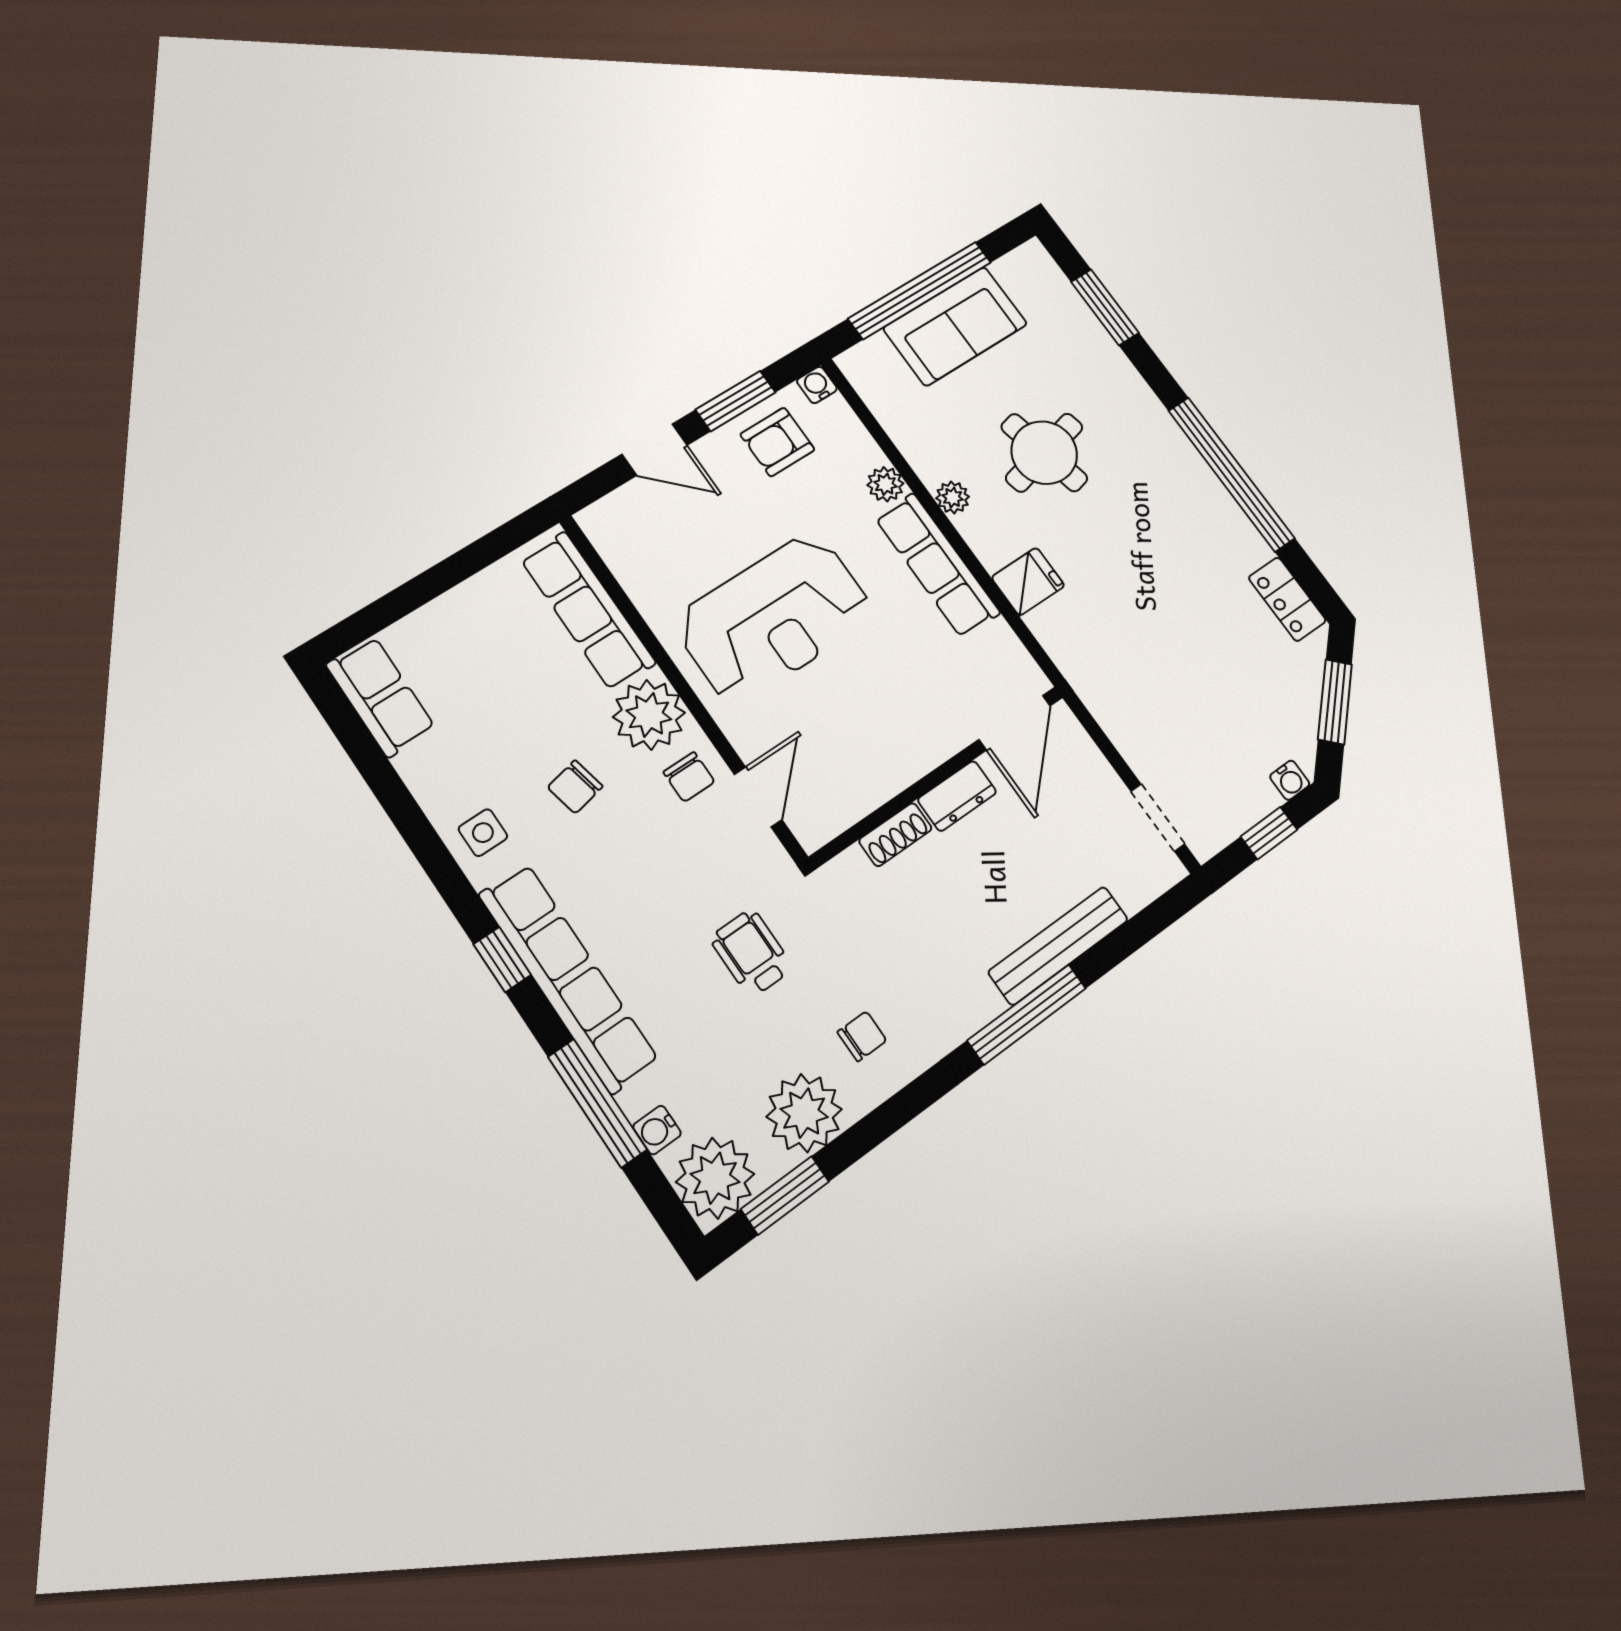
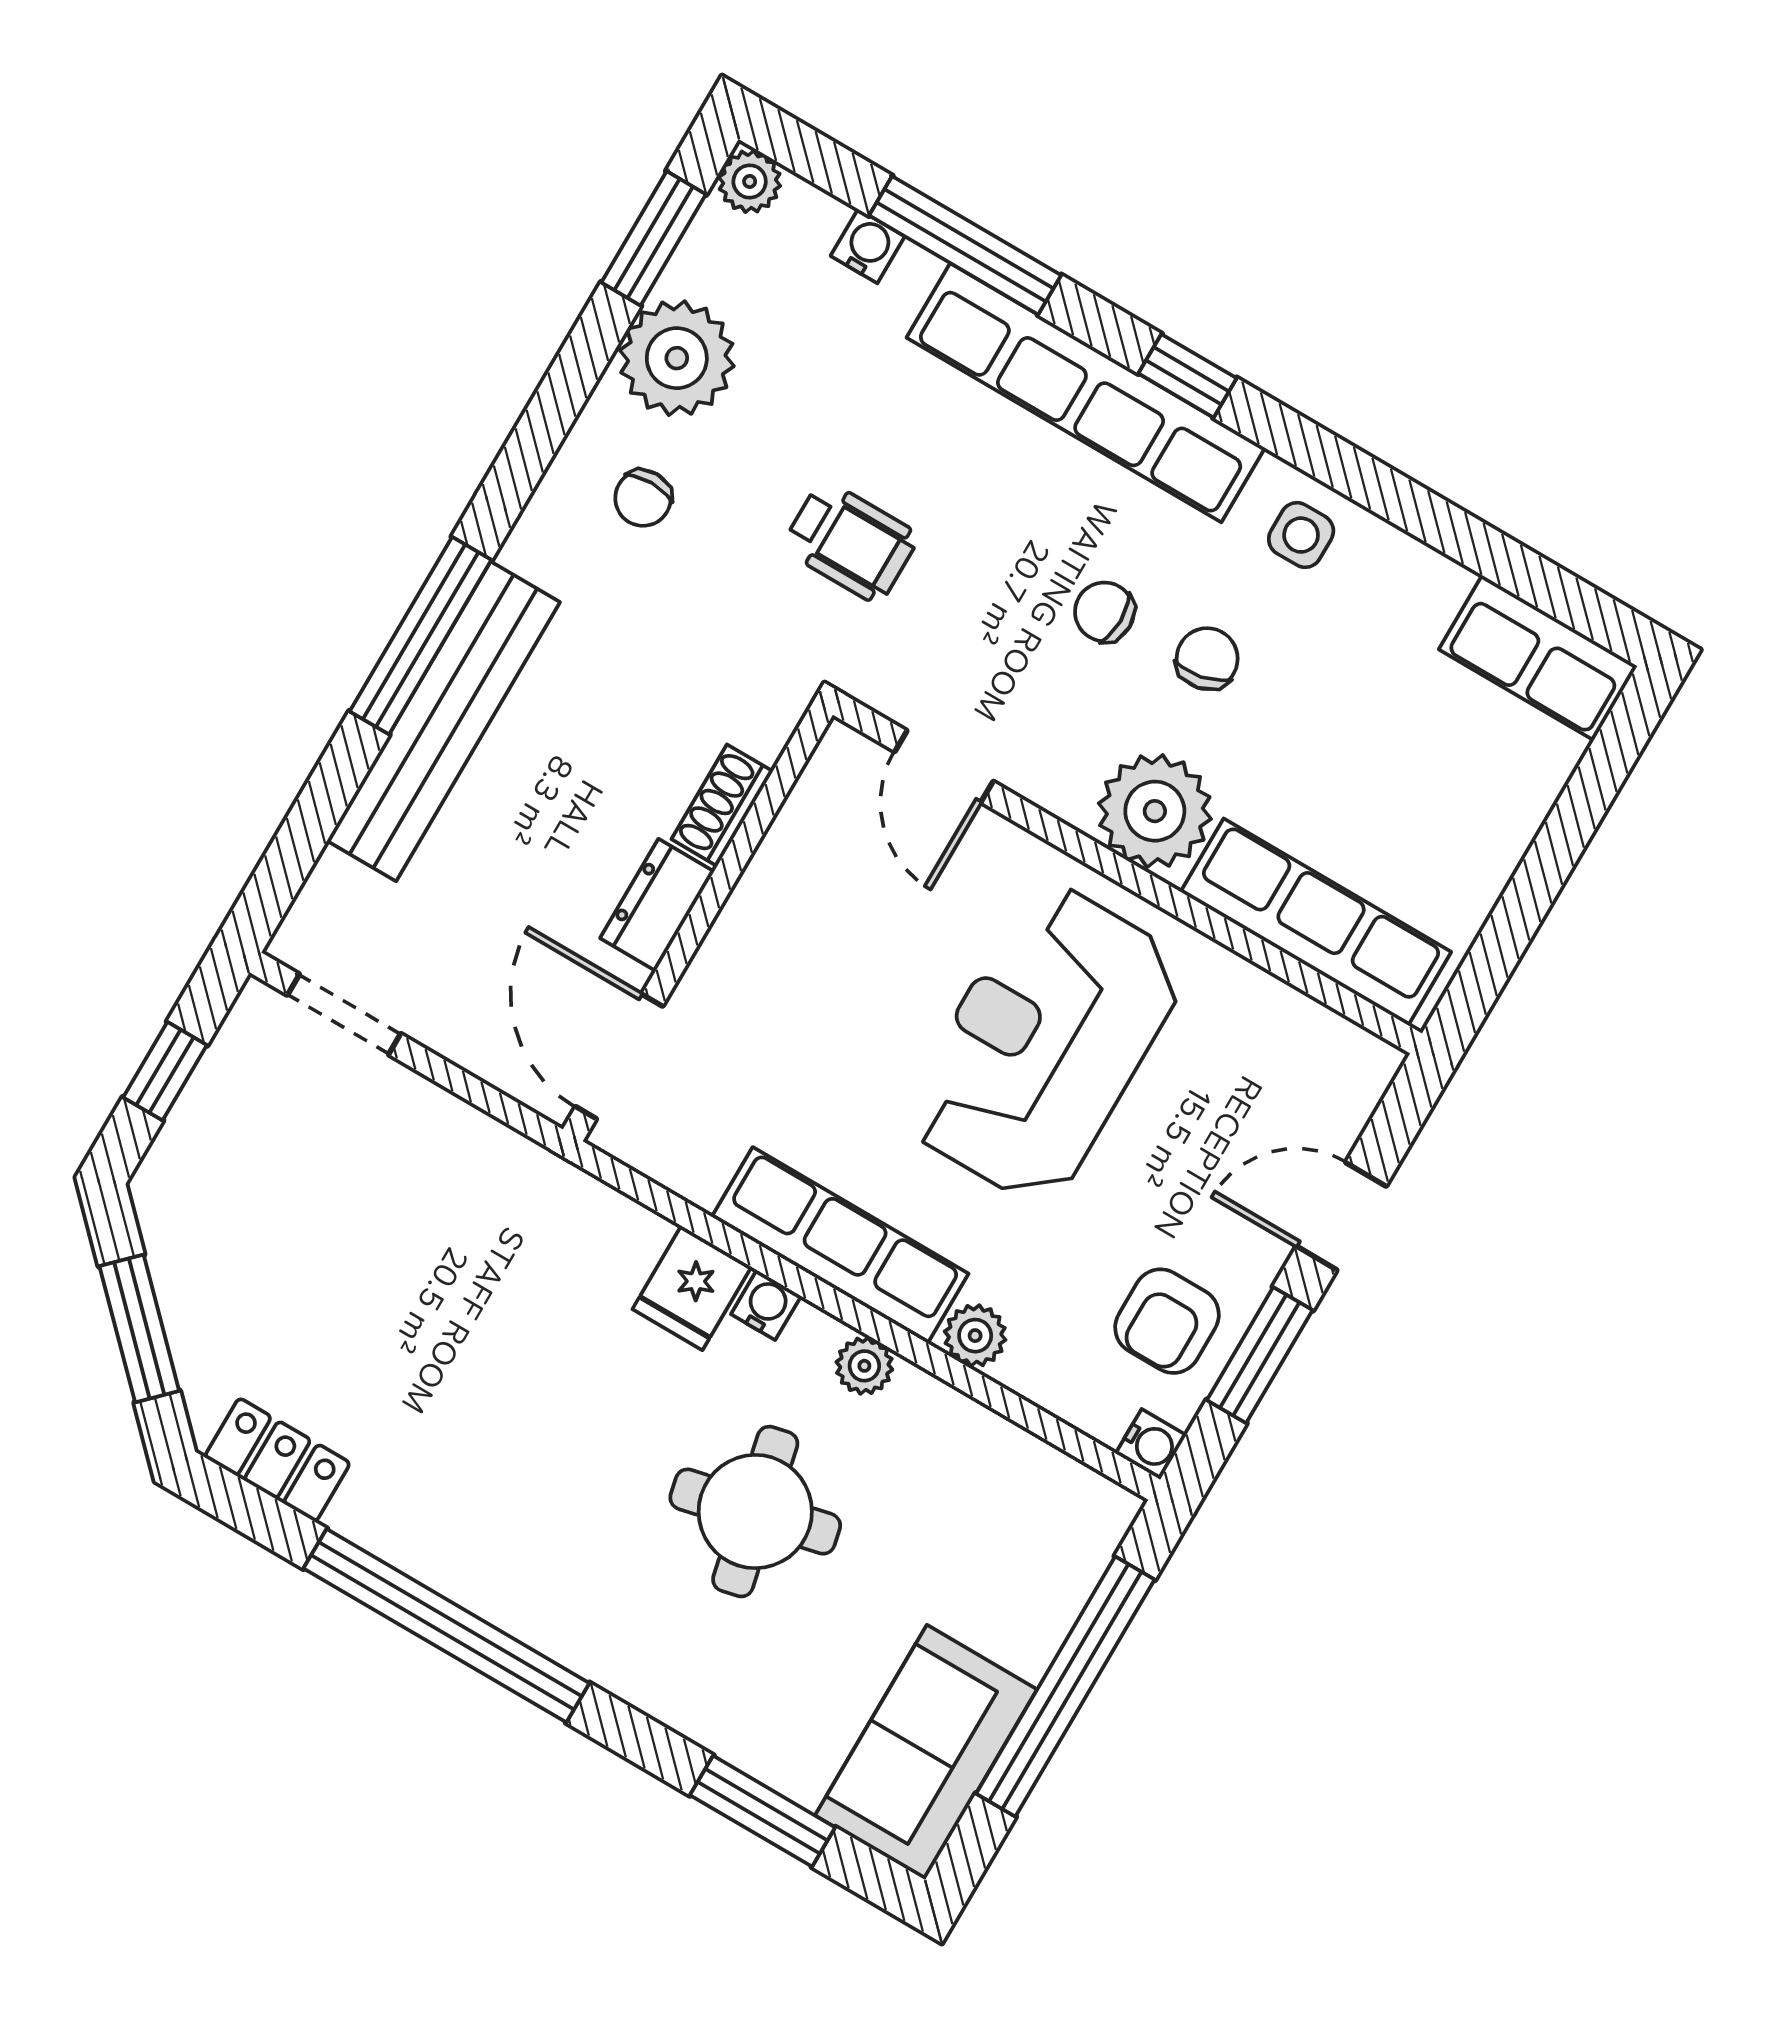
sofa: (955, 326) -> (926, 1752), moved
armchair: (777, 442) -> (1167, 1321), turned 180
chair: (689, 777) -> (1104, 612), moved
water cooler: (1290, 780) -> (766, 1305), moved, turned 90
bench: (1058, 946) -> (443, 721), width x1.37, depth x1.21
plant: (715, 1178) -> (750, 181), width x0.53, depth x0.53

